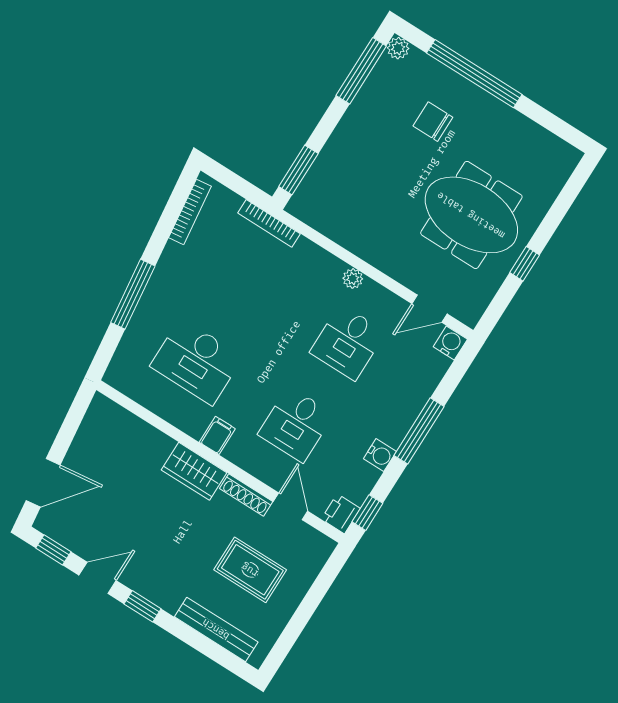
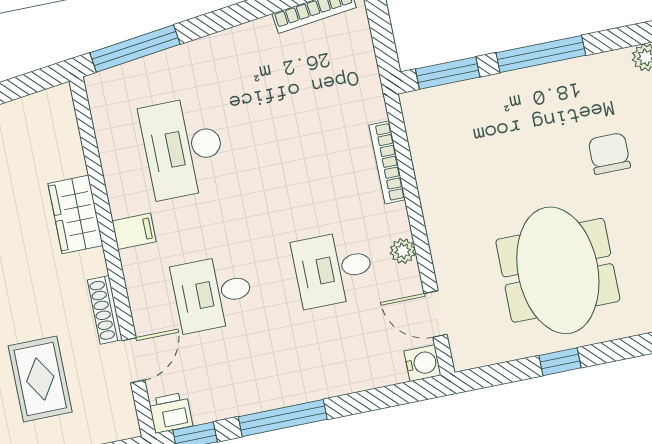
window: (361, 71) -> (541, 54), moved
bookcase: (269, 223) -> (387, 162), moved
plant: (353, 279) -> (403, 251), moved
window: (133, 294) -> (135, 48), moved
window: (419, 431) -> (283, 418), moved
water cooler: (380, 455) -> (259, 397), removed
wardrobe: (194, 471) -> (75, 214), moved

